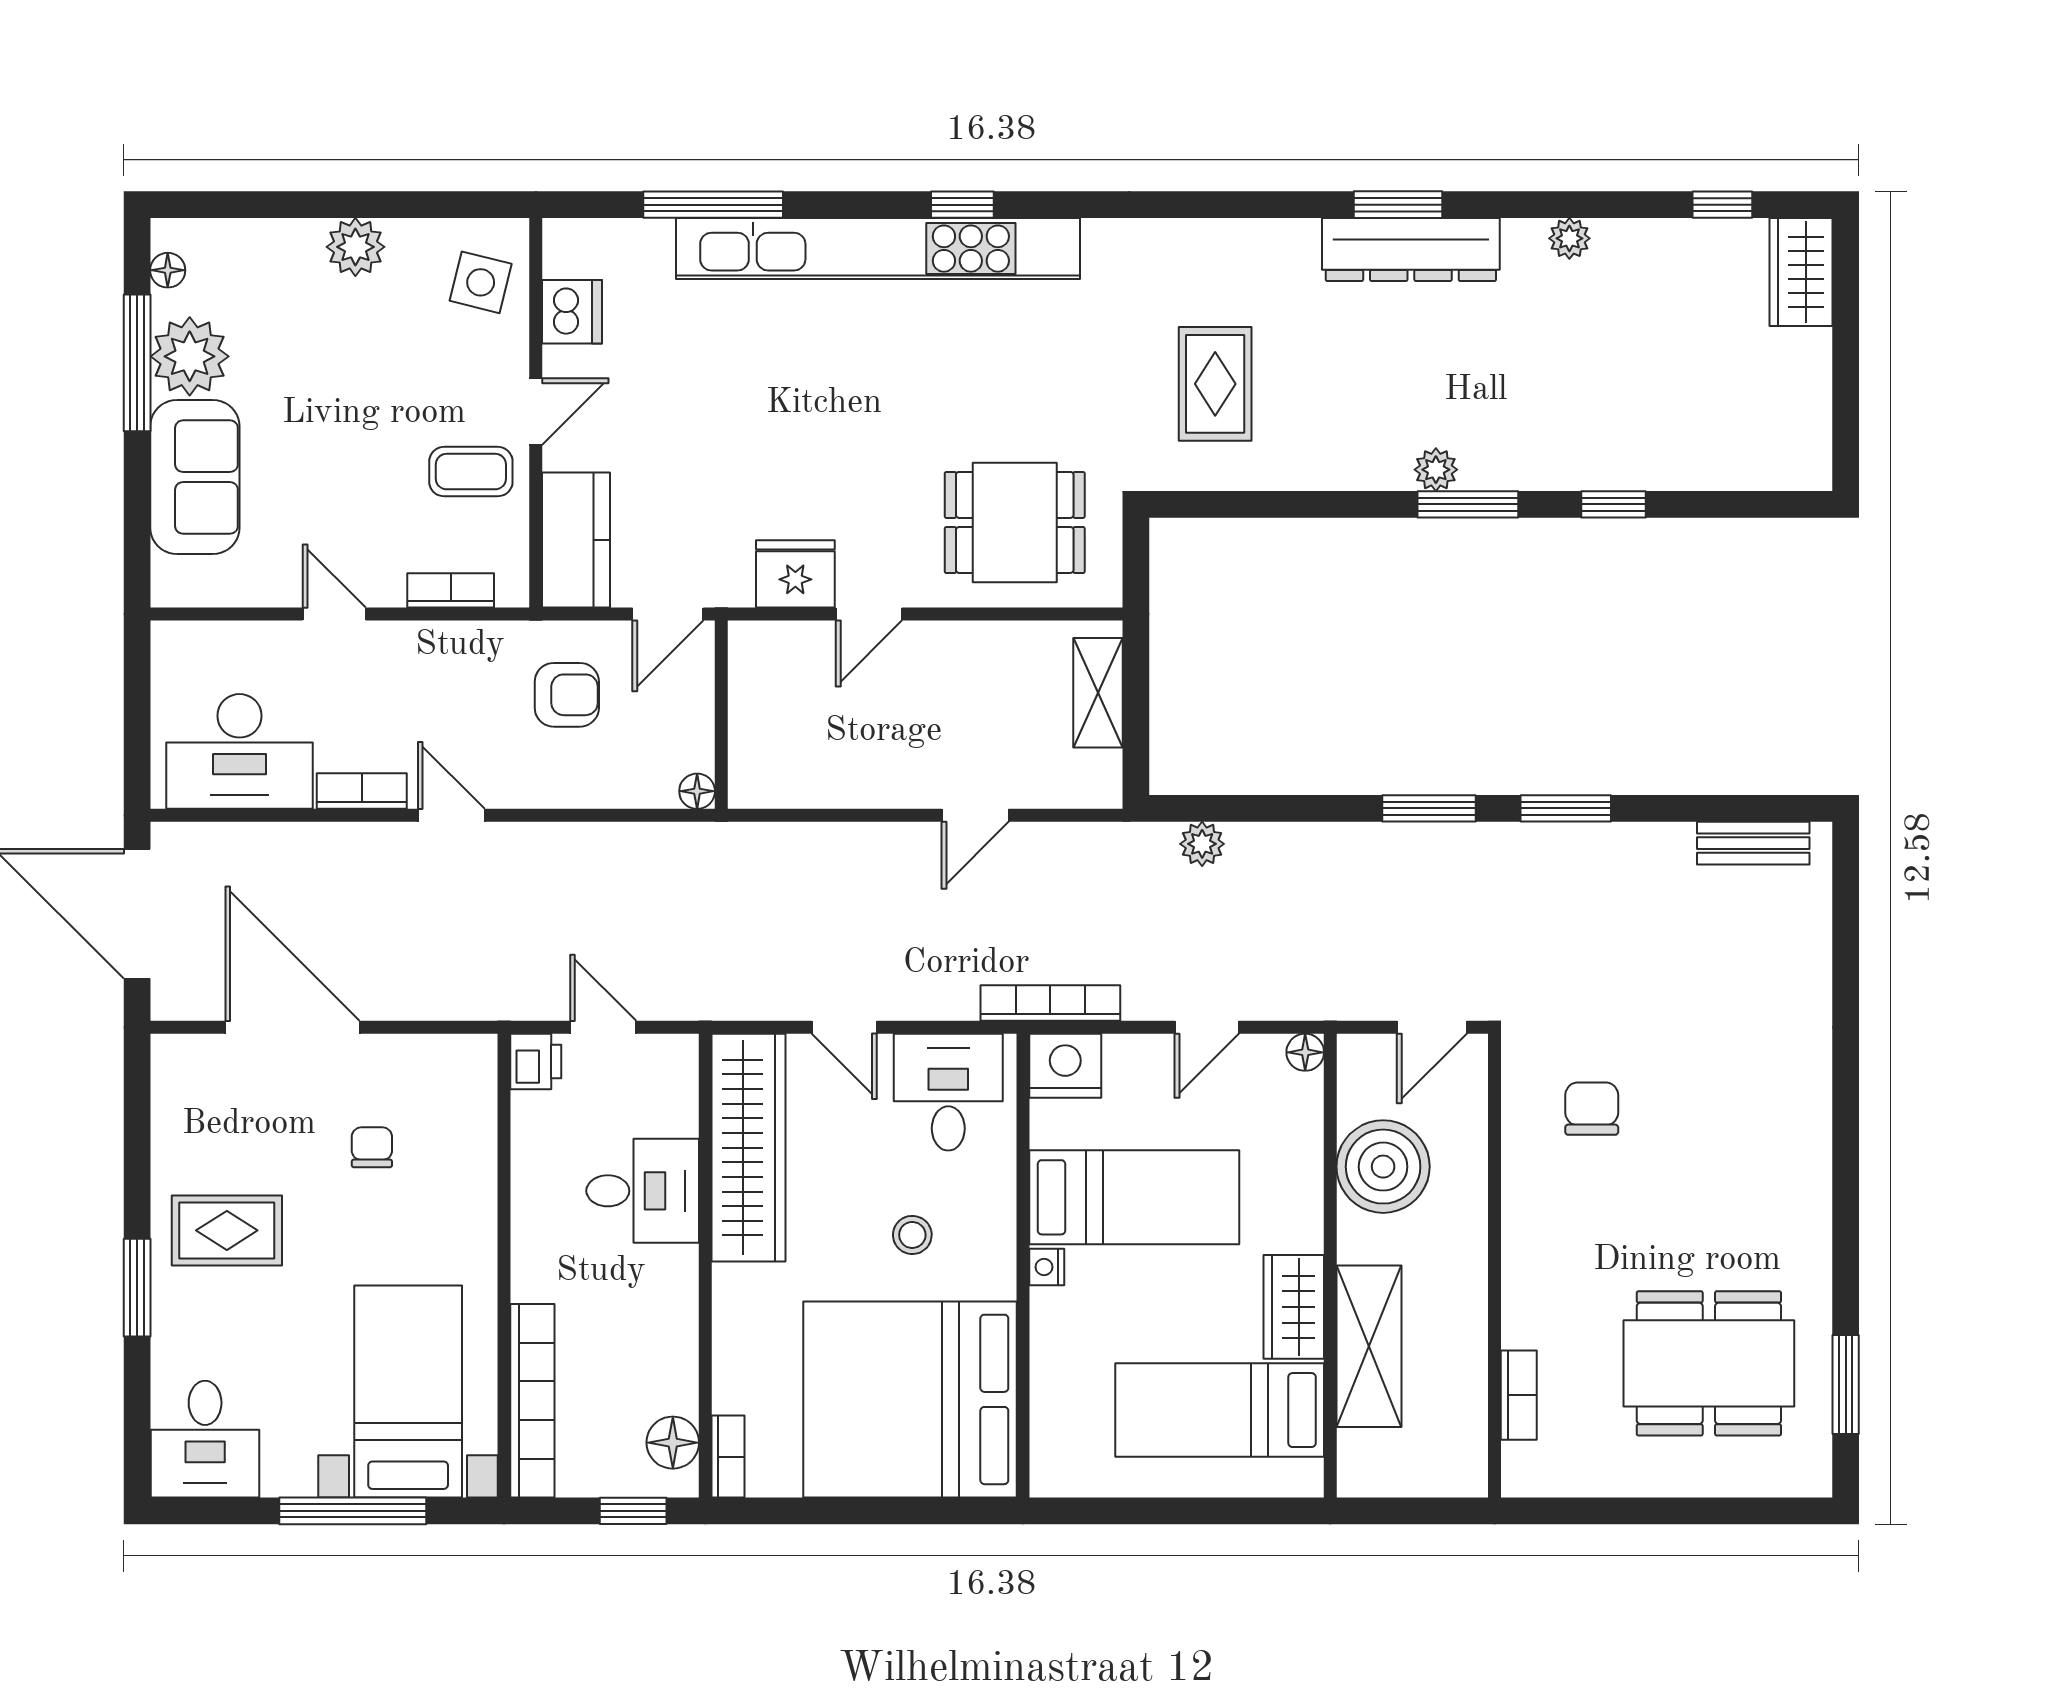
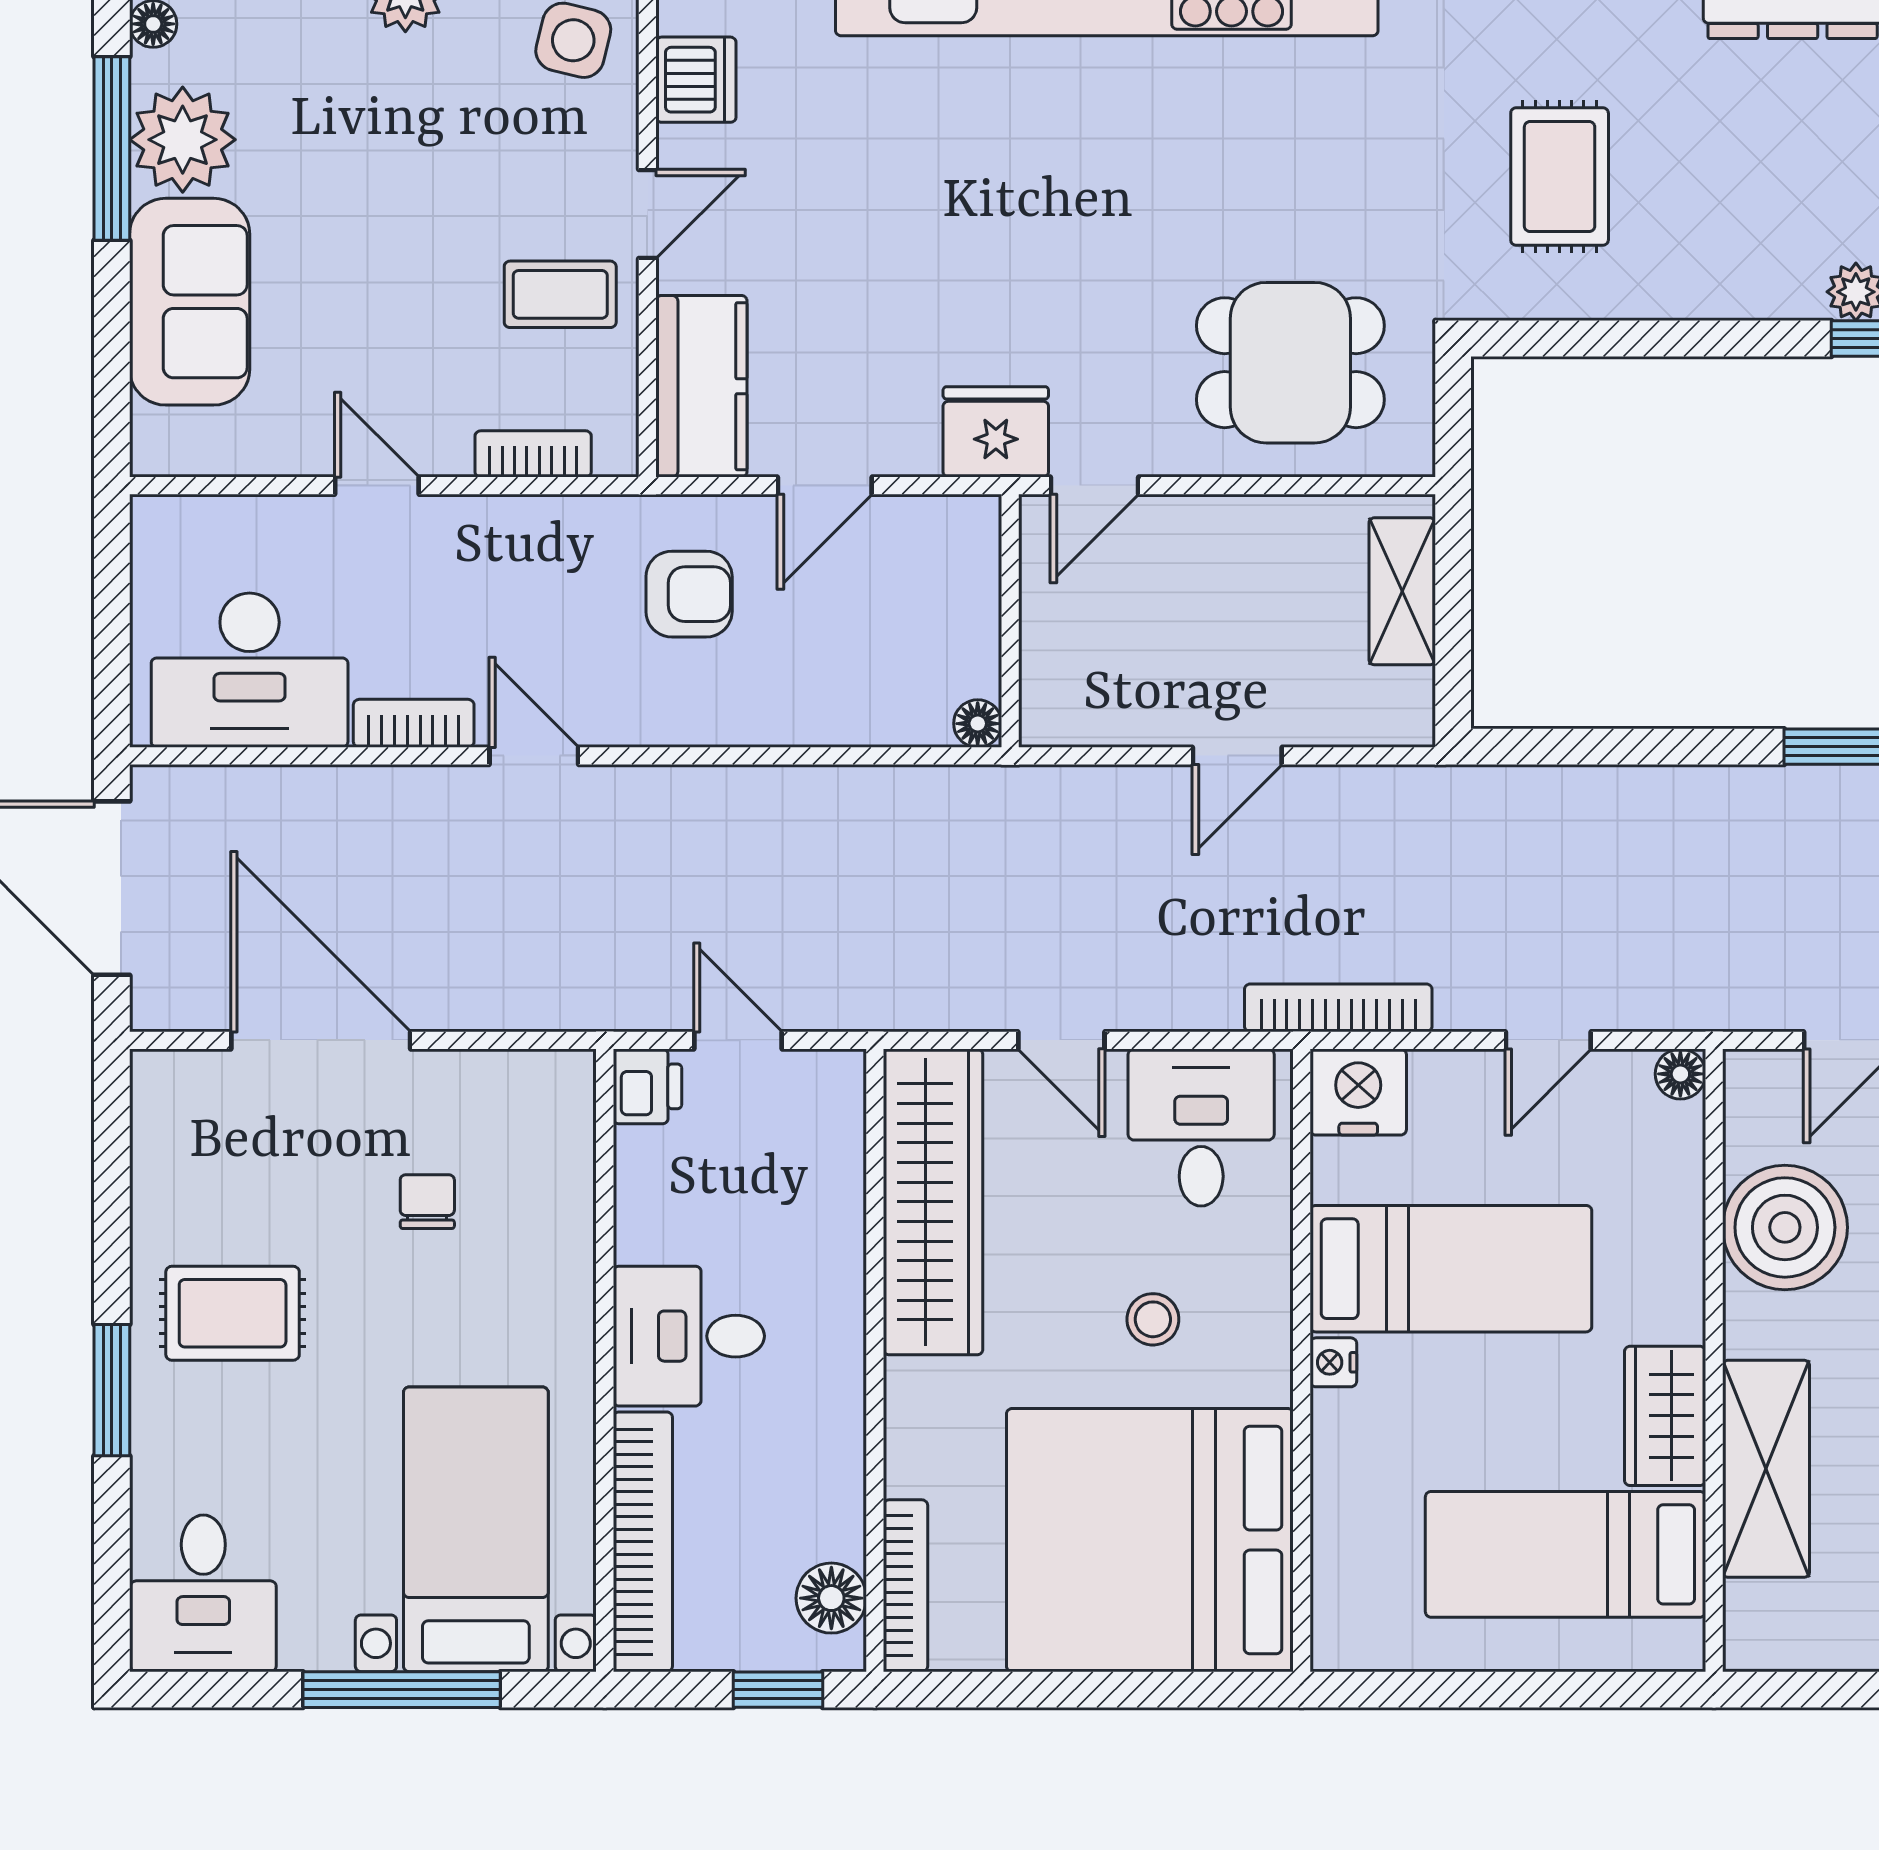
wall: (721, 715) -> (1010, 621), moved
floor lamp: (697, 791) -> (978, 724), moved
plant: (1202, 844) -> (1542, 794), removed
desk: (643, 1191) -> (689, 1336), moved, turned 180
bookcase: (728, 1457) -> (906, 1586), width x1.56

